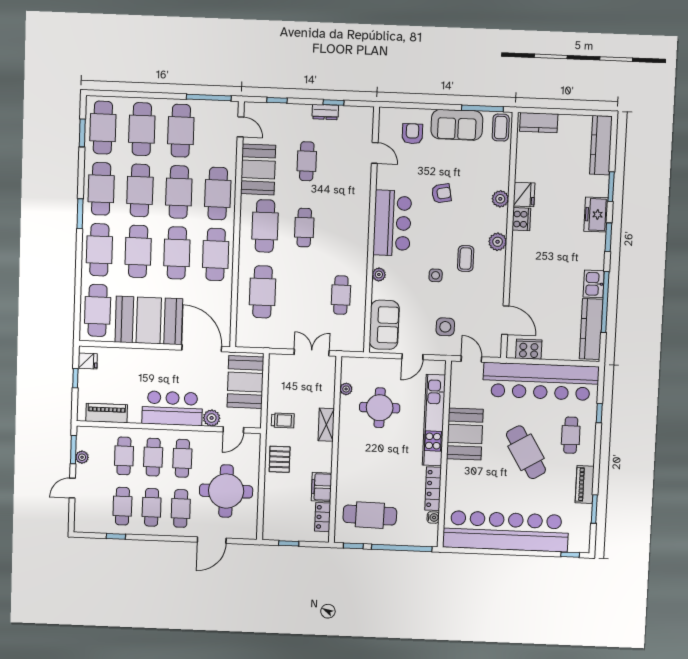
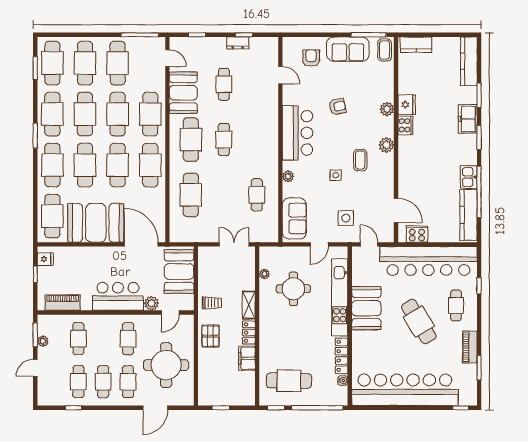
cafe table: (153, 457) -> (103, 339), removed
locker: (323, 517) -> (249, 333), moved

